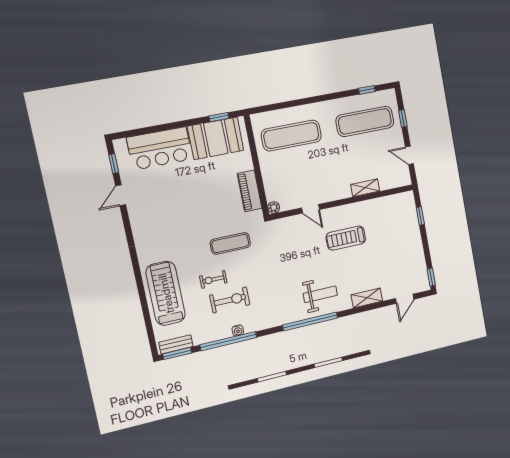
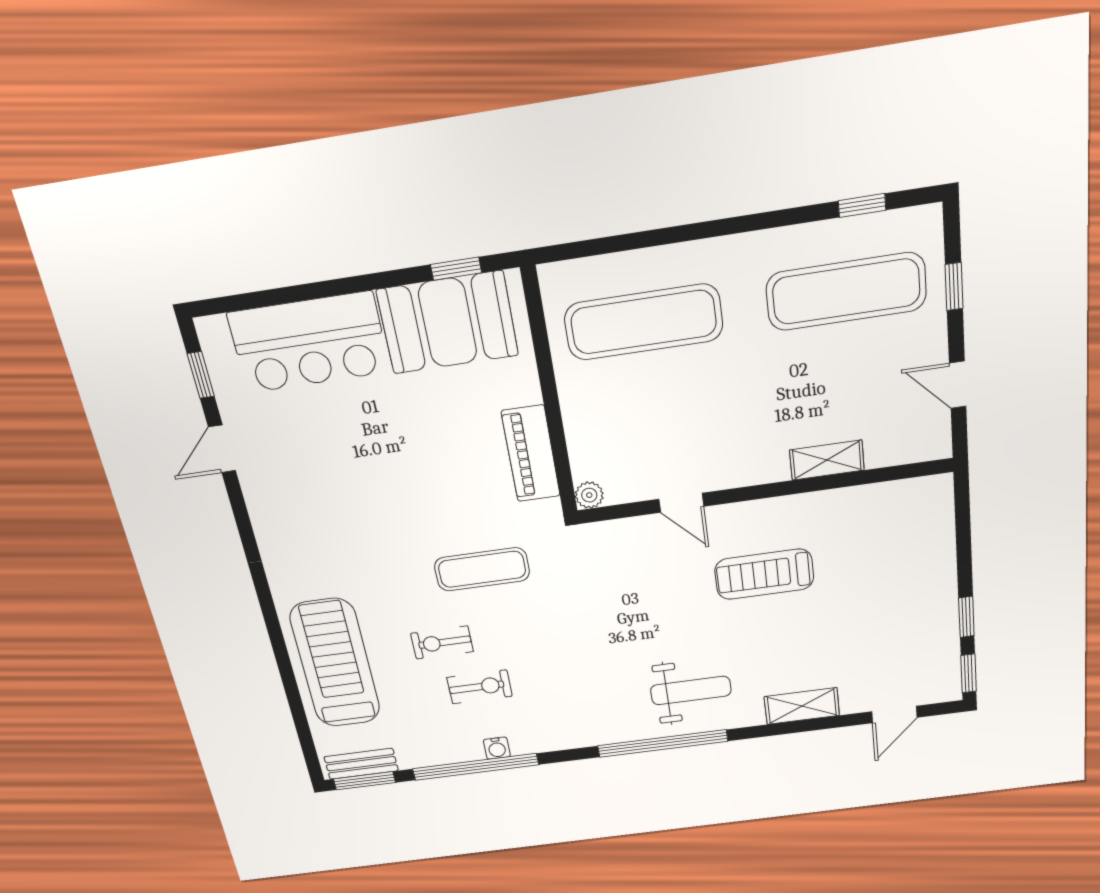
window: (420, 216) -> (966, 617), moved
exercise bike: (230, 300) -> (480, 687), width x0.73, depth x0.72

